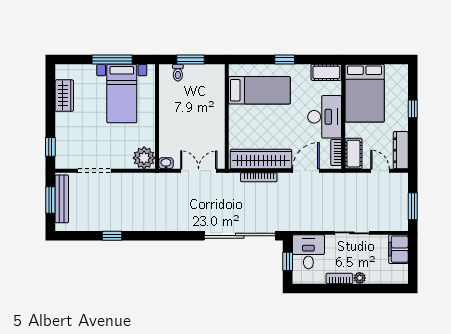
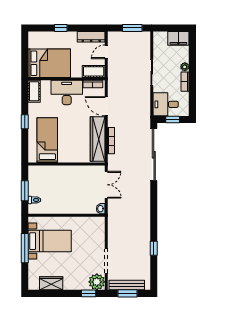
plant: (144, 158) -> (97, 282), moved
double door: (199, 171) -> (106, 185), swing flipped
filing cabinet: (398, 249) -> (178, 38), moved

